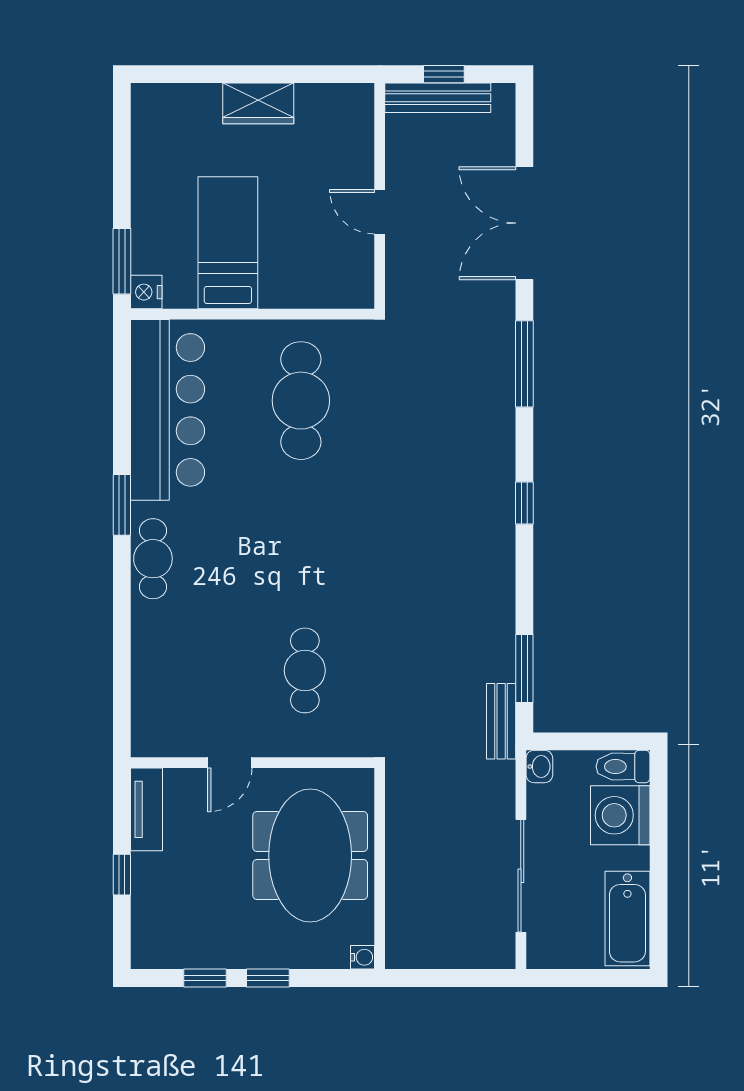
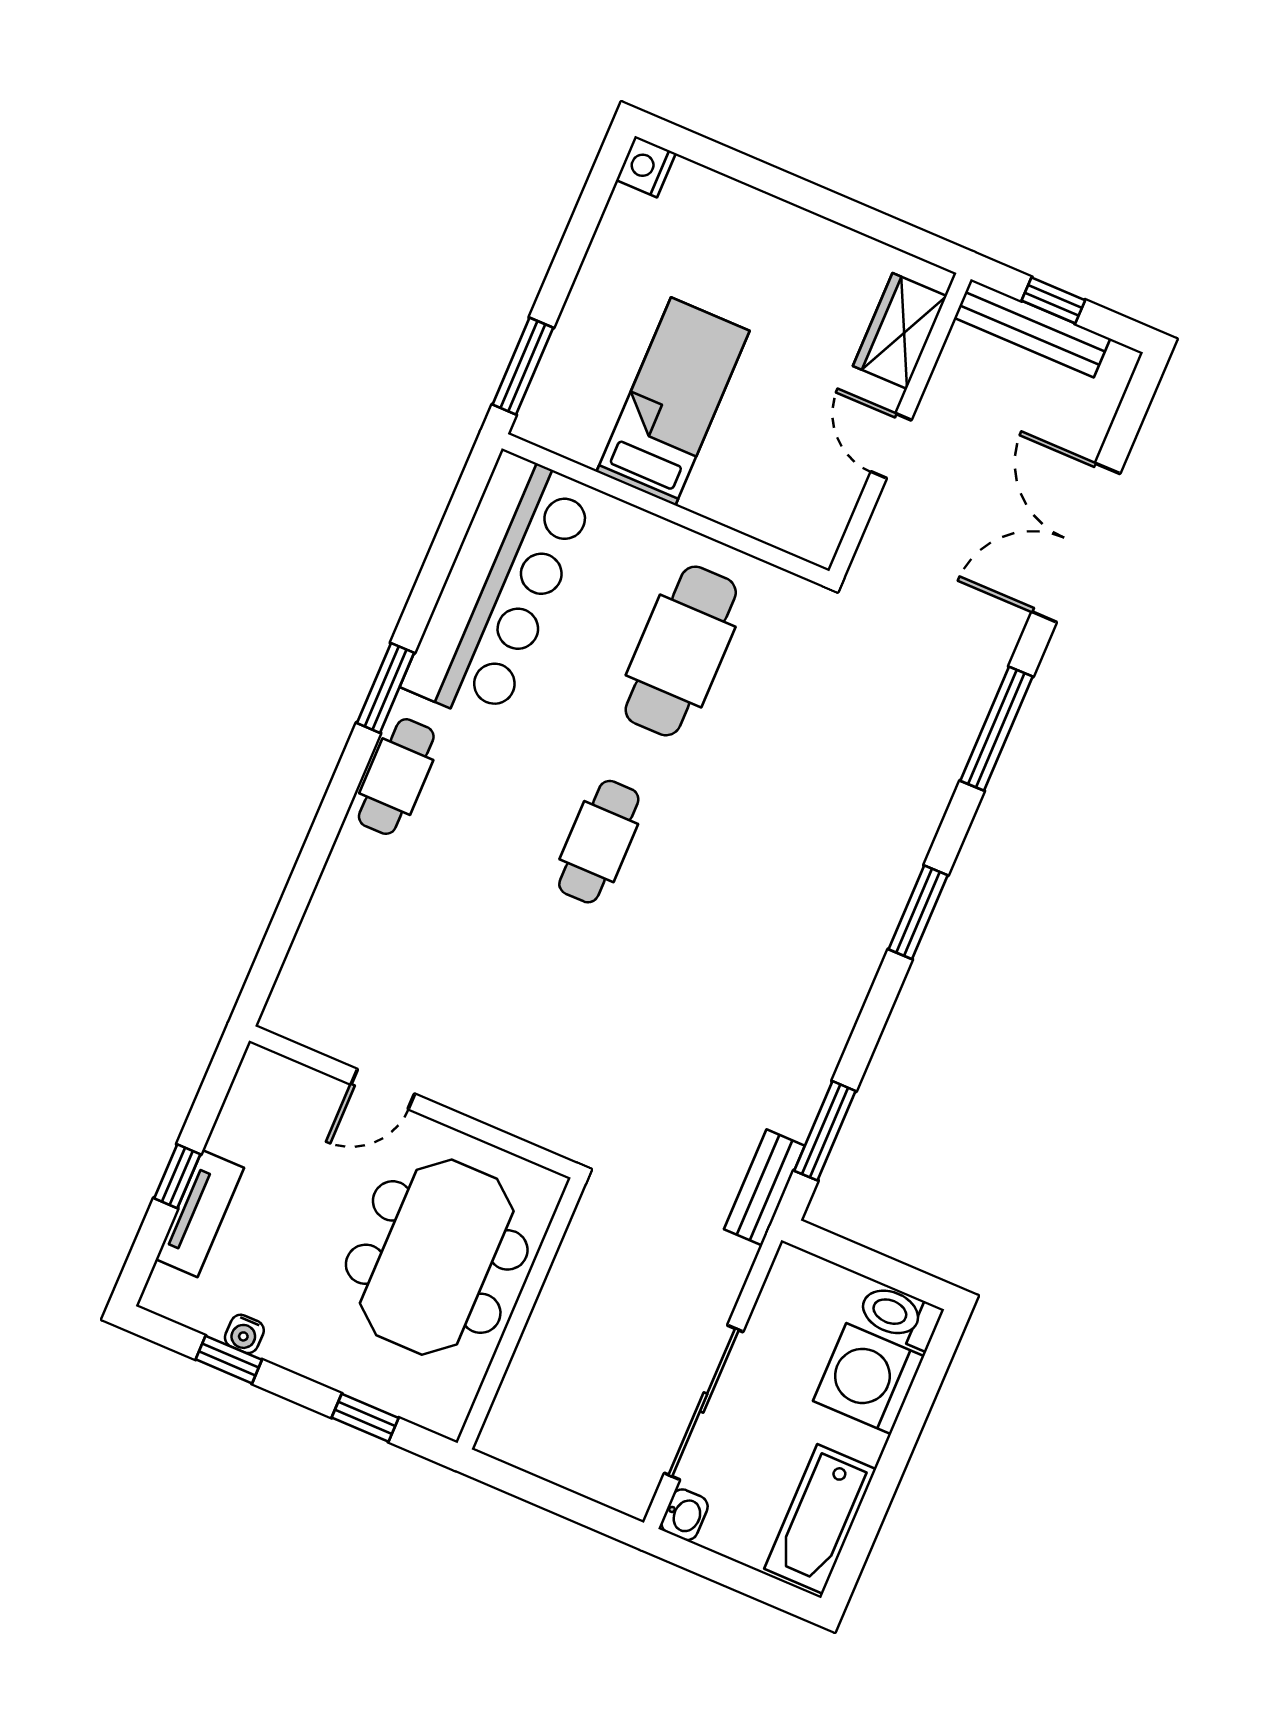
wardrobe: (258, 103) -> (900, 331), moved, turned 90
nightstand: (146, 292) -> (646, 167), moved
window: (524, 503) -> (918, 912), width x1.50
cafe table: (305, 670) -> (599, 842), moved
washbasin: (539, 767) -> (684, 1515), moved
tv unit: (147, 809) -> (200, 1214), moved
water cooler: (362, 957) -> (244, 1334), moved, turned 90
window: (268, 978) -> (365, 1418), moved

